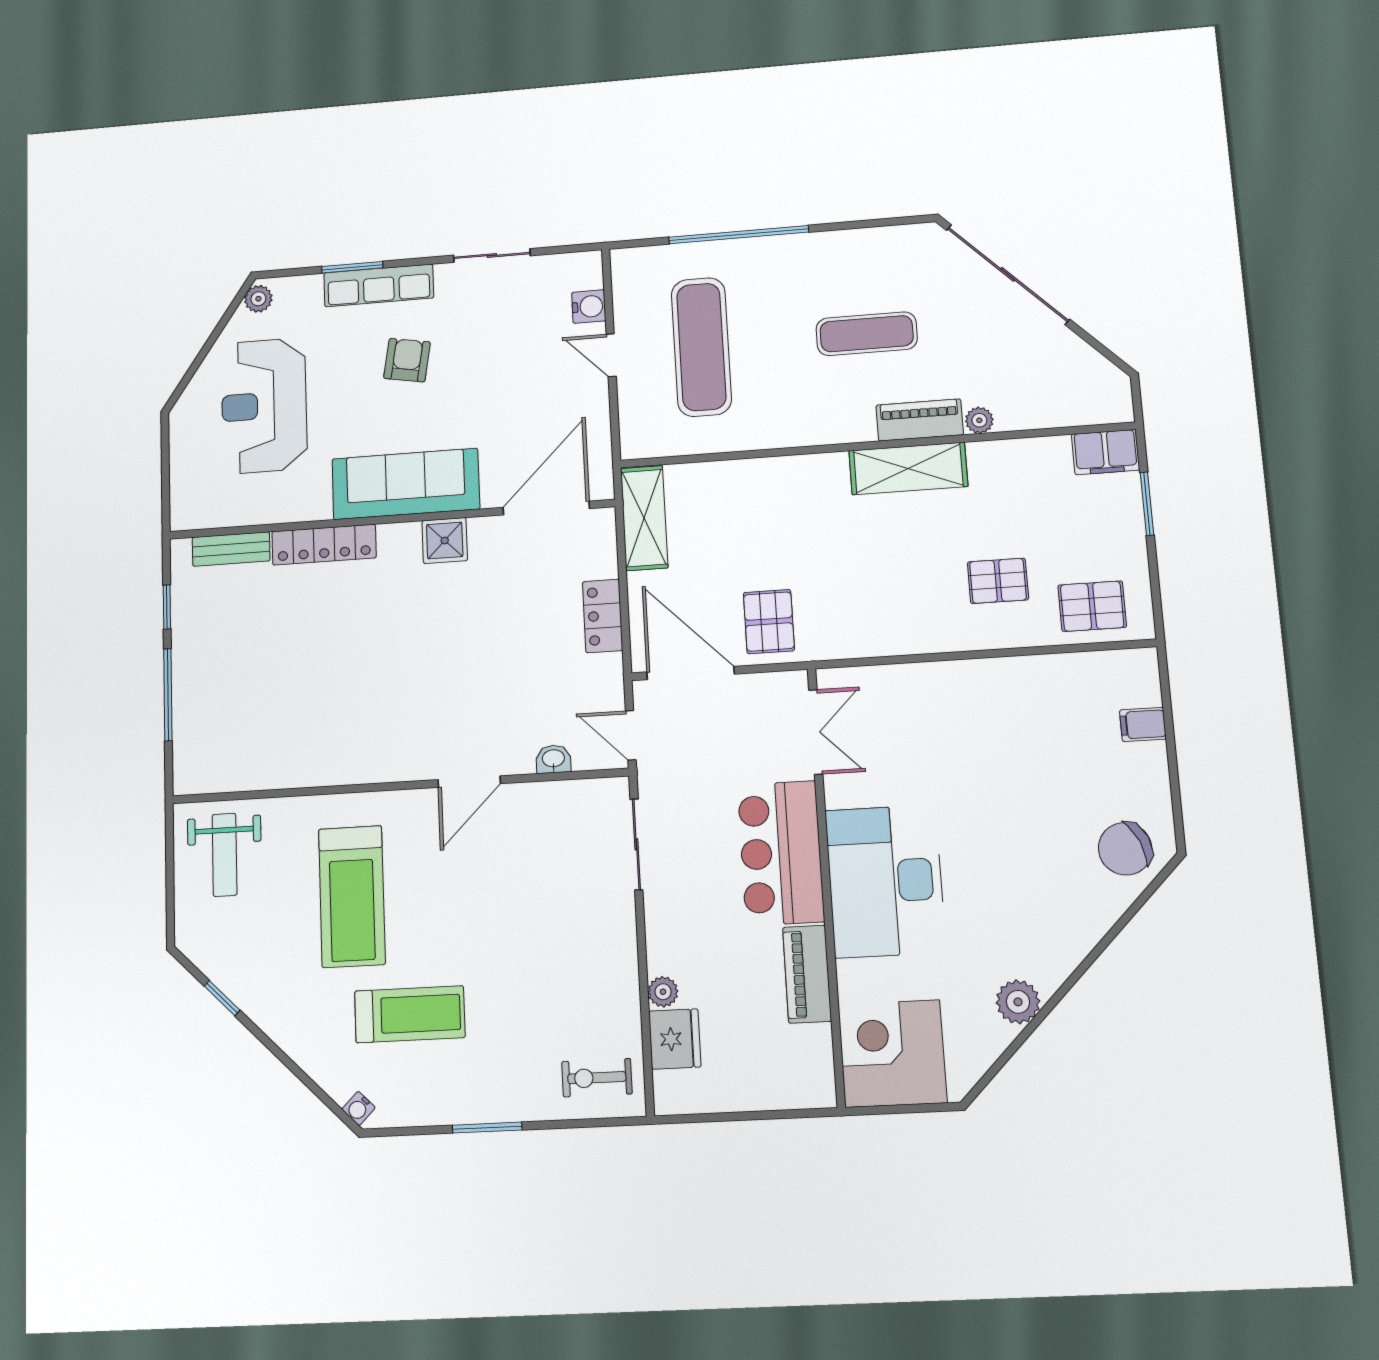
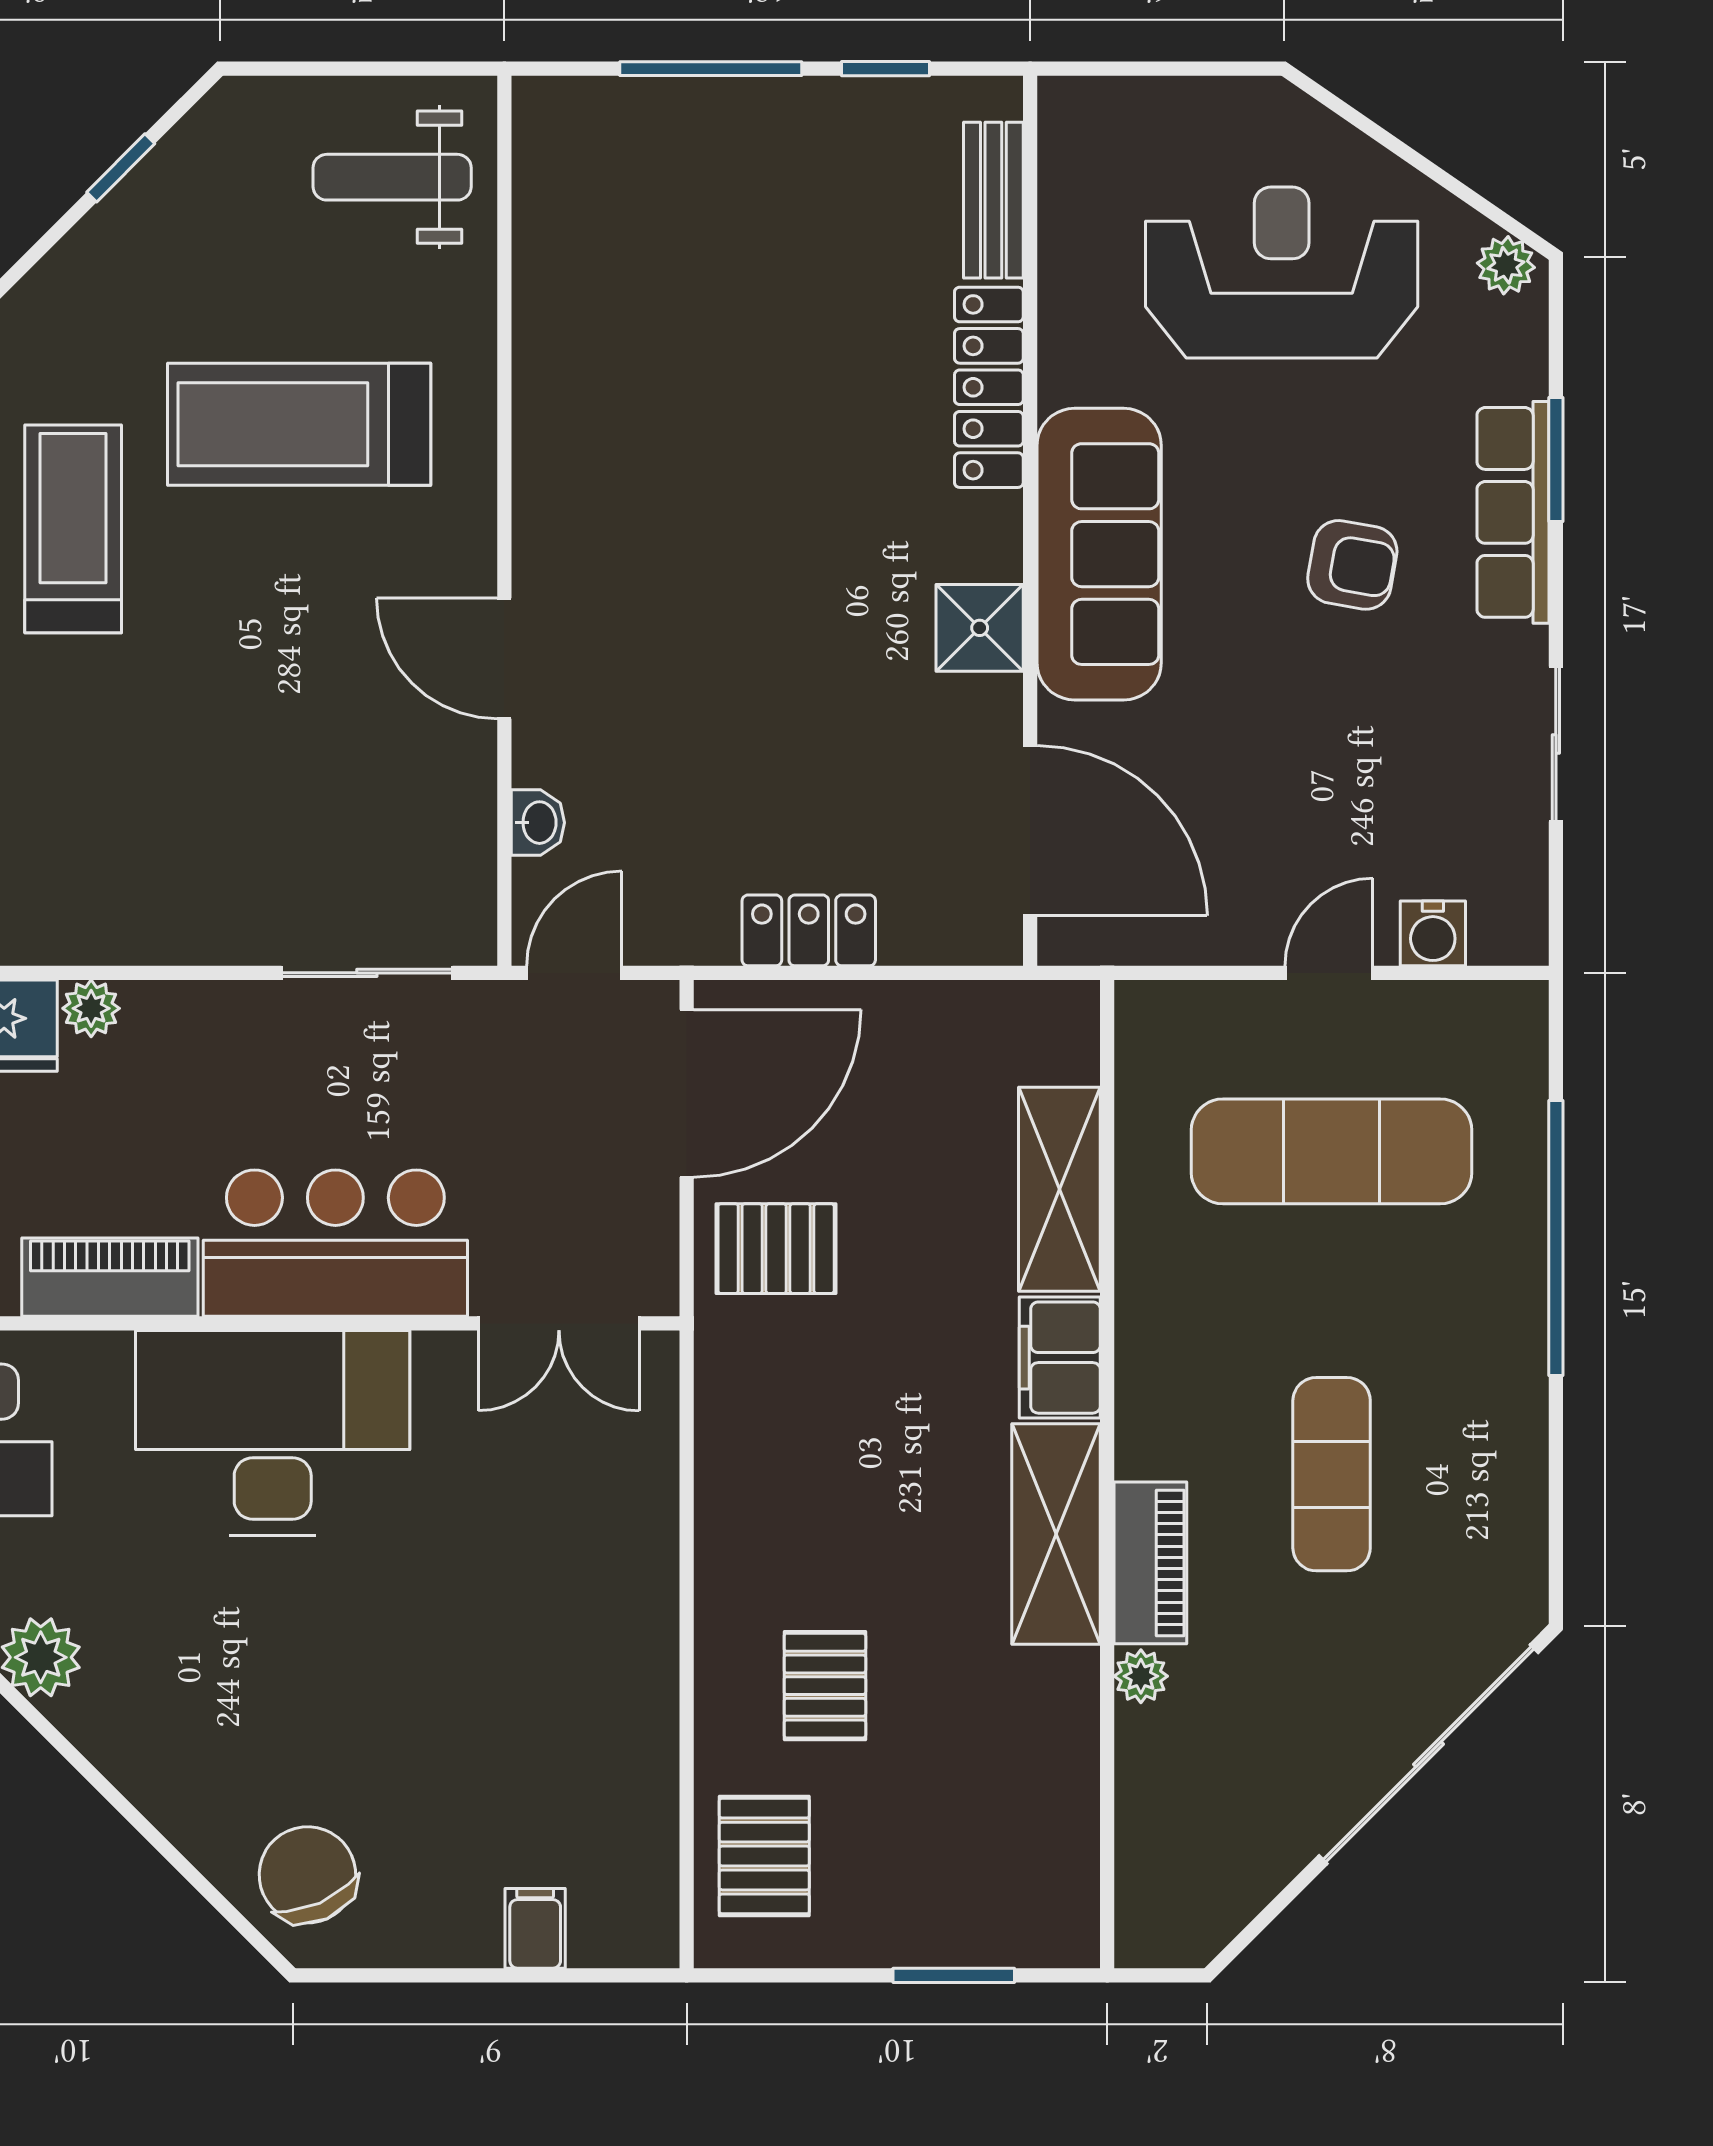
filing cabinet: (1106, 452) -> (1060, 1358), moved
shelving: (644, 518) -> (1059, 1189), moved, turned 90
treadmill: (410, 1014) -> (73, 529), turned 180

